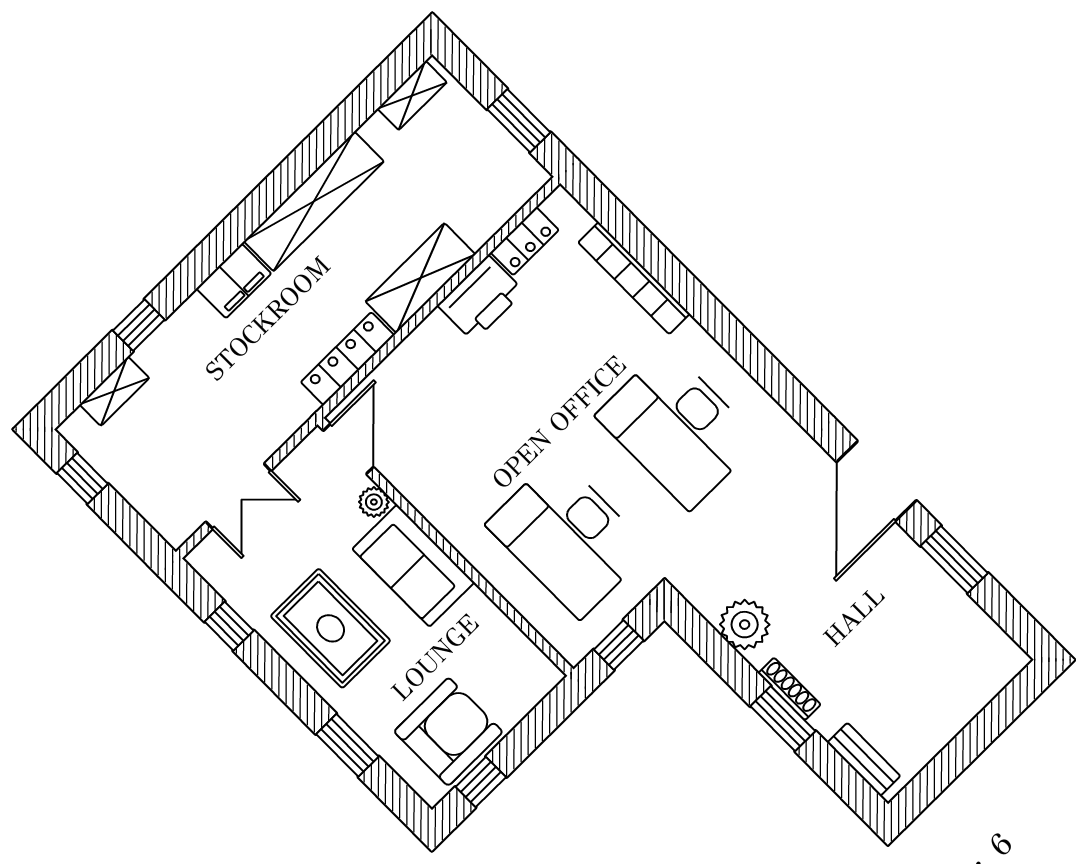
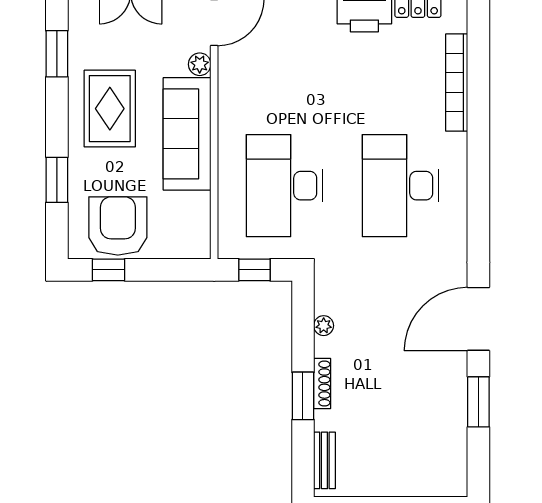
sofa: (413, 566) -> (187, 134), width x1.36
plant: (745, 625) -> (324, 326), width x0.53, depth x0.53
window: (229, 626) -> (57, 54), width x1.50
armchair: (448, 732) -> (118, 226), turned -90

